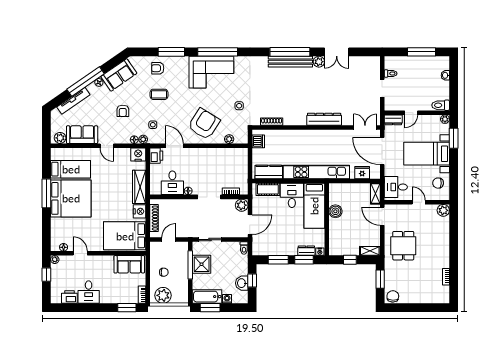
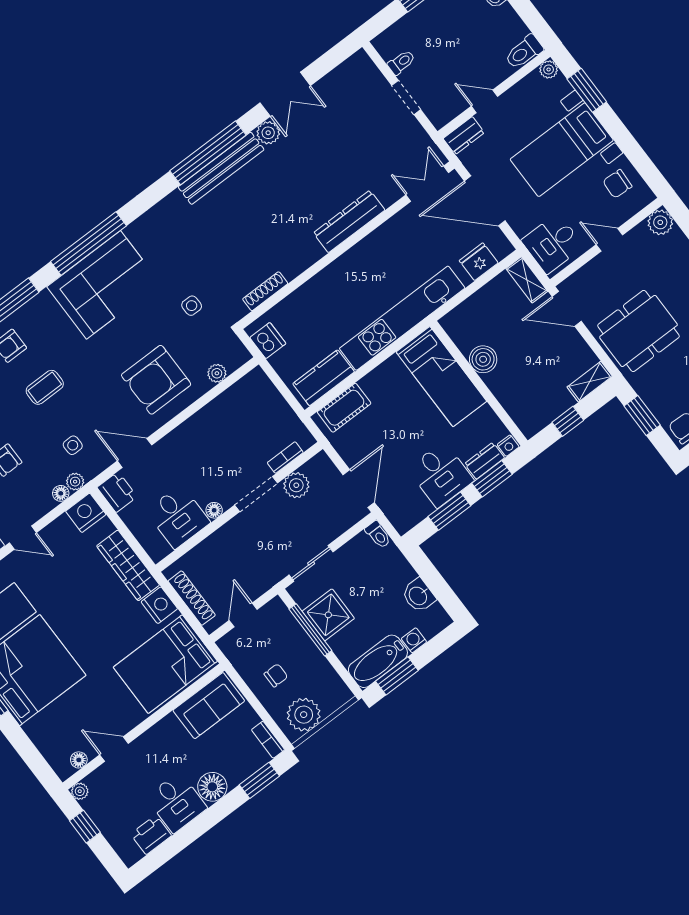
door: (411, 113) -> (485, 101), swing flipped
armchair: (204, 124) -> (156, 380), turned -122
desk: (292, 195) -> (441, 475), moved, turned 180
plant: (242, 205) -> (296, 485), moved
dining table: (403, 246) -> (638, 331), width x1.38
window: (252, 281) -> (432, 578), removed
floor lamp: (107, 296) -> (212, 787), added

